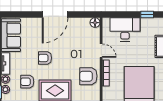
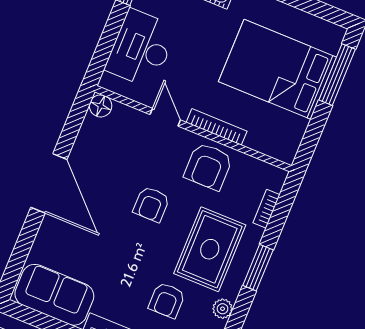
door: (101, 51) -> (165, 117), hinge flipped
armchair: (45, 58) -> (151, 204), moved

